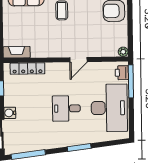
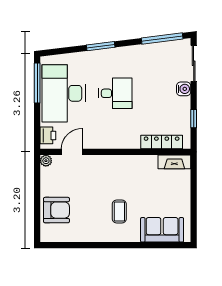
door: (78, 60) -> (72, 152), moved
window: (131, 81) -> (37, 83), moved

